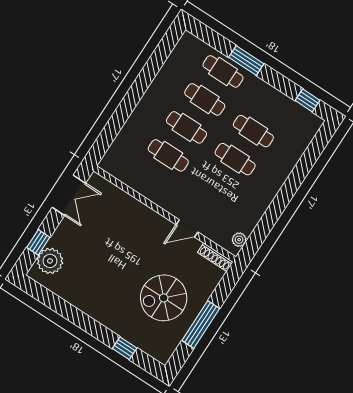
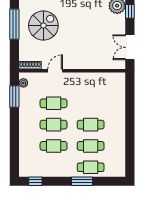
cafe table: (168, 155) -> (54, 103), moved
window: (263, 230) -> (14, 96), added

